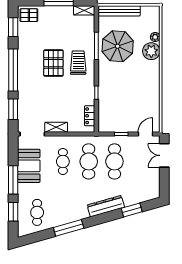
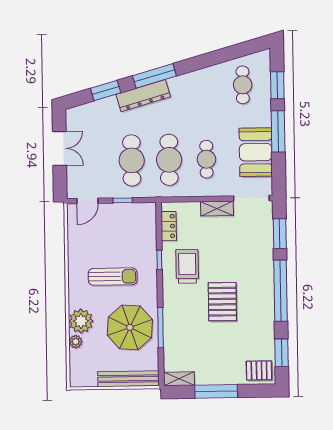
trolley: (78, 63) -> (187, 266), moved, turned 180
sun lounger: (129, 81) -> (113, 277), added
double door: (164, 155) -> (59, 148), moved
window: (69, 228) -> (154, 76), moved

